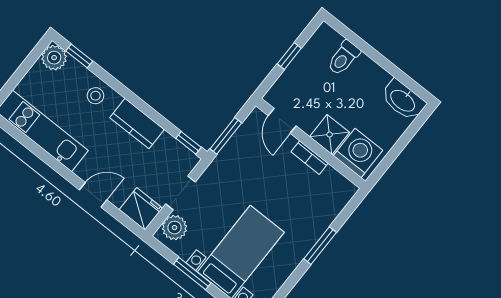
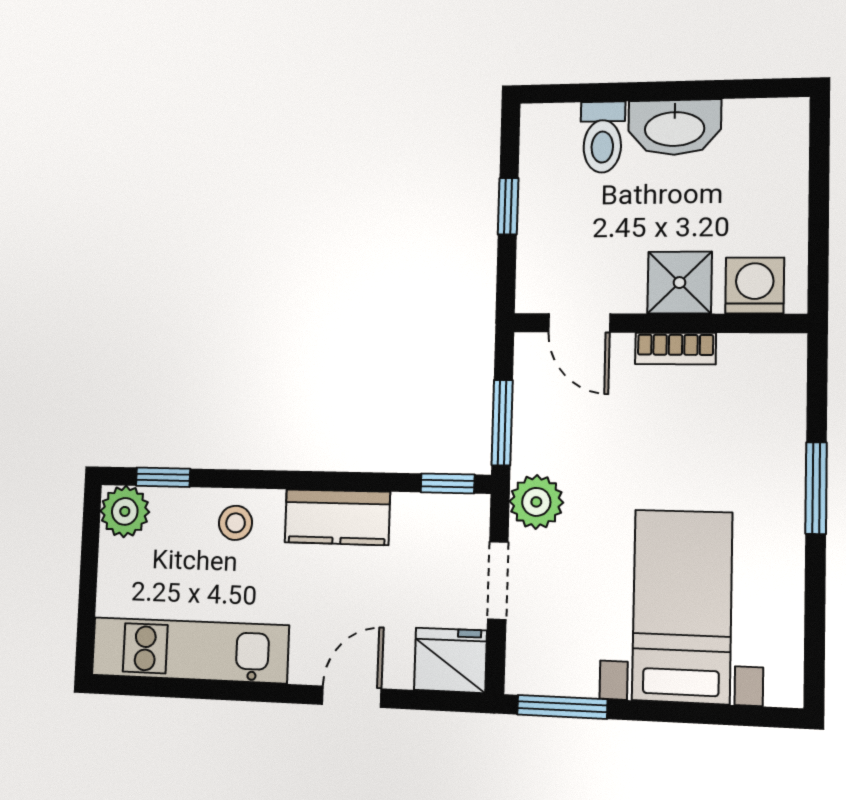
washbasin: (403, 100) -> (675, 127), moved
washing machine: (358, 153) -> (755, 286), width x0.73, depth x0.73
plant: (175, 228) -> (536, 502), moved
window: (192, 274) -> (562, 707), moved

